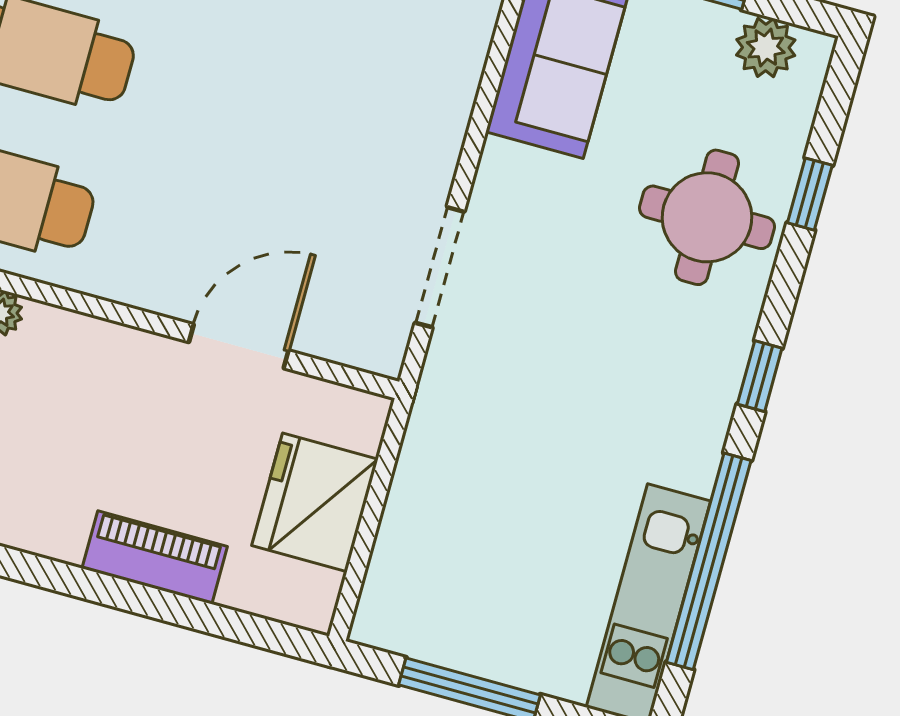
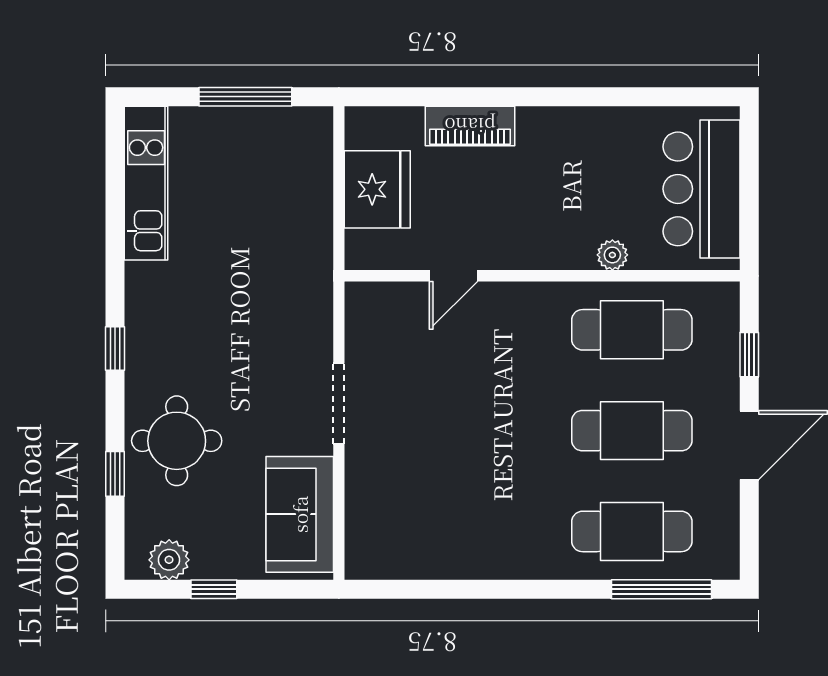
doorway: (440, 267) -> (339, 404), moved
door: (239, 346) -> (453, 276), width x0.73
window: (709, 561) -> (115, 221), removed

